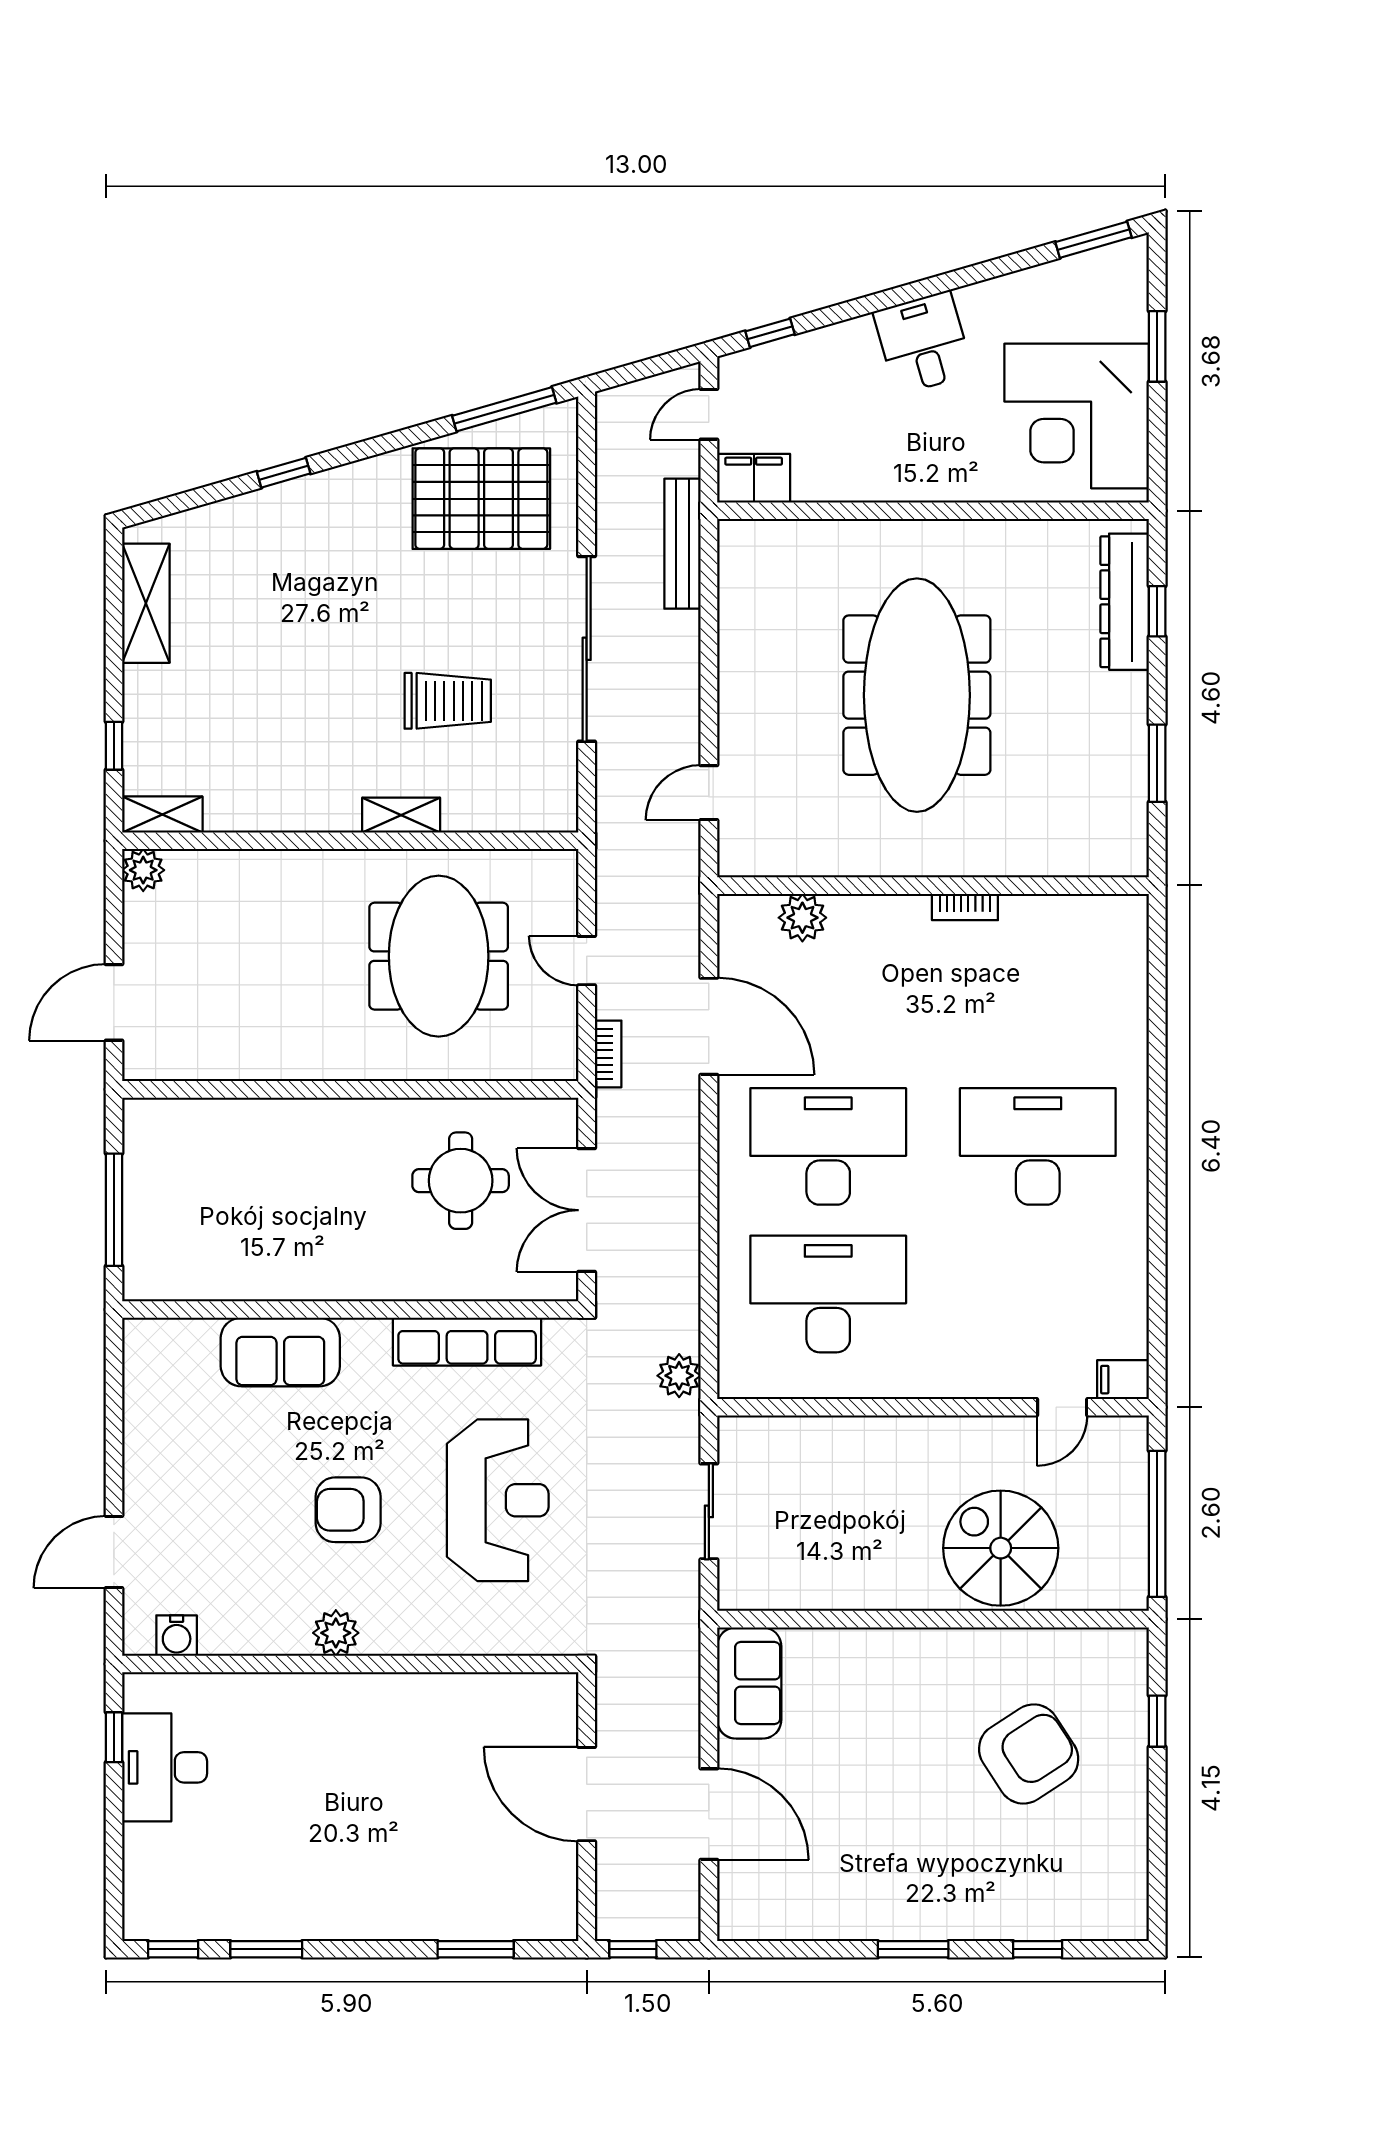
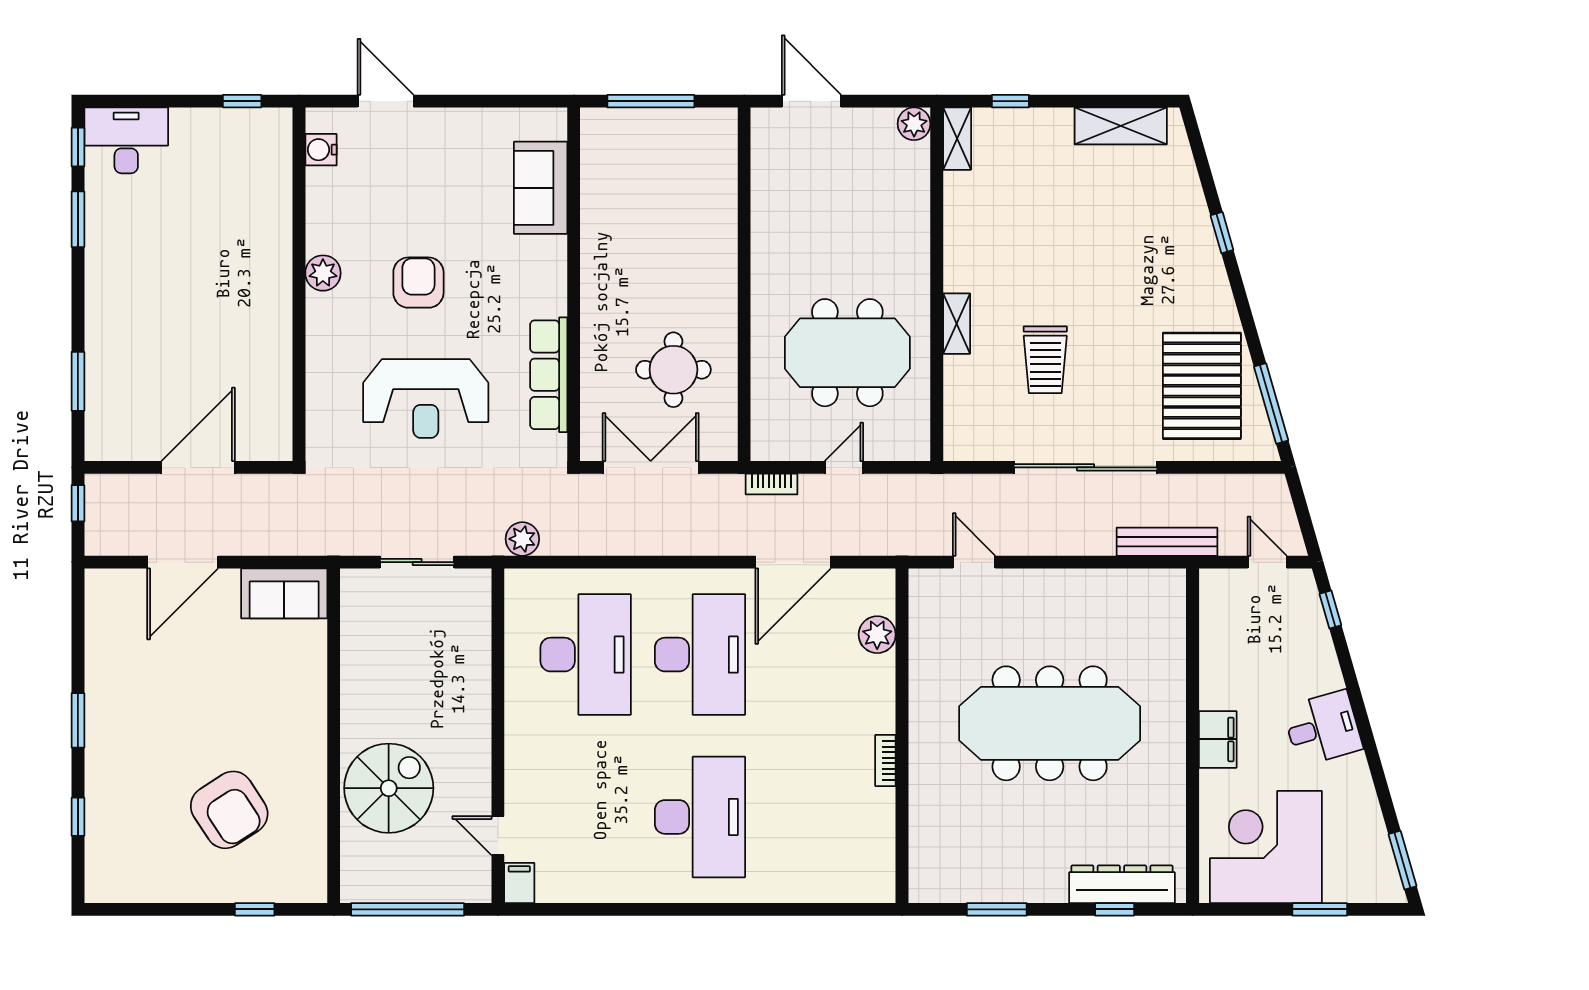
filing cabinet: (754, 478) -> (1218, 739), moved
sofa: (280, 1352) -> (541, 188), moved
desk: (165, 1767) -> (126, 140), moved

